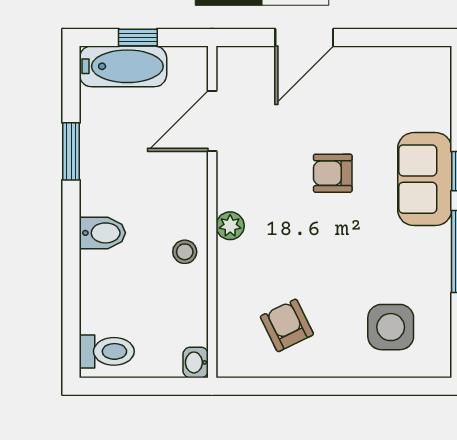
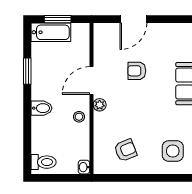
window: (138, 37) -> (58, 19), width x1.50
door: (212, 121) -> (91, 81), moved
armchair: (333, 173) -> (137, 71), moved
armchair: (287, 325) -> (126, 150), turned 94

